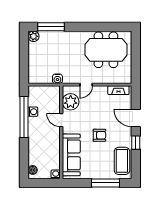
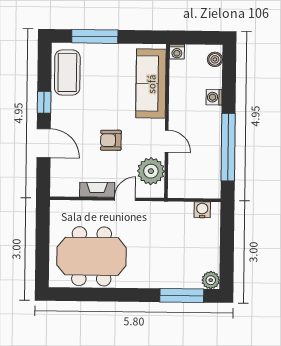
water cooler: (57, 79) -> (202, 210), moved
fireplace: (118, 90) -> (97, 190), moved
washing machine: (33, 112) -> (214, 97), moved
armchair: (99, 135) -> (111, 140), moved

